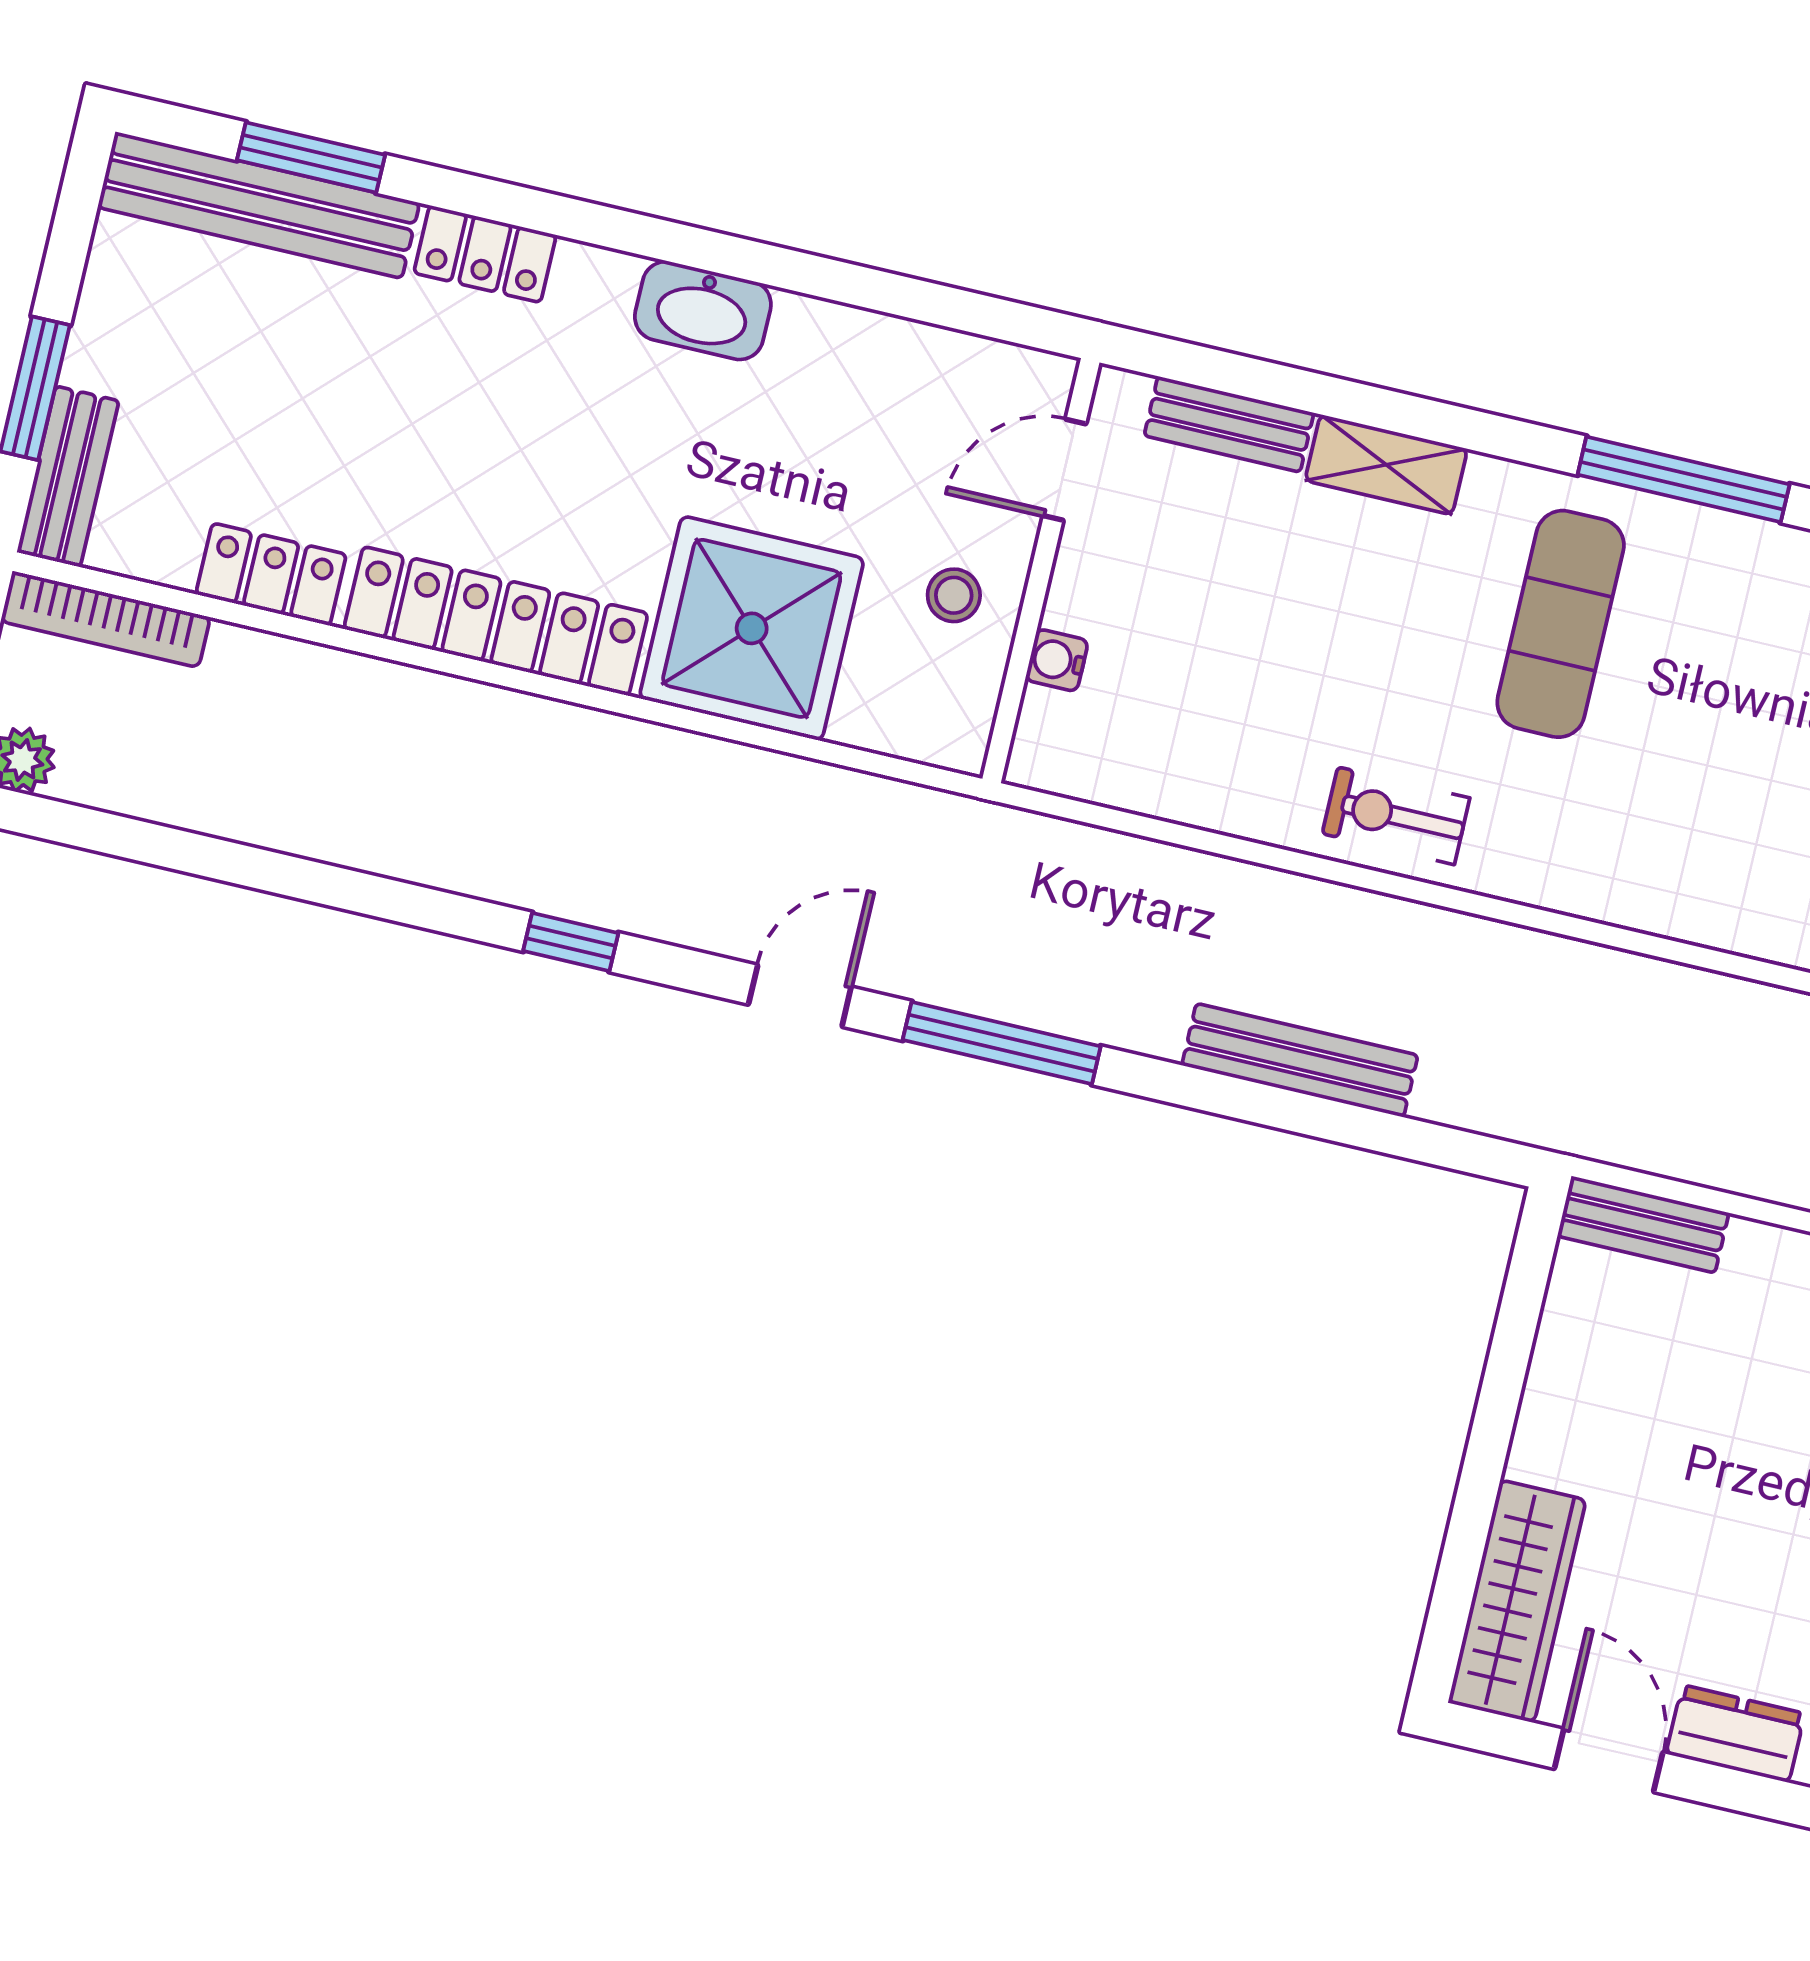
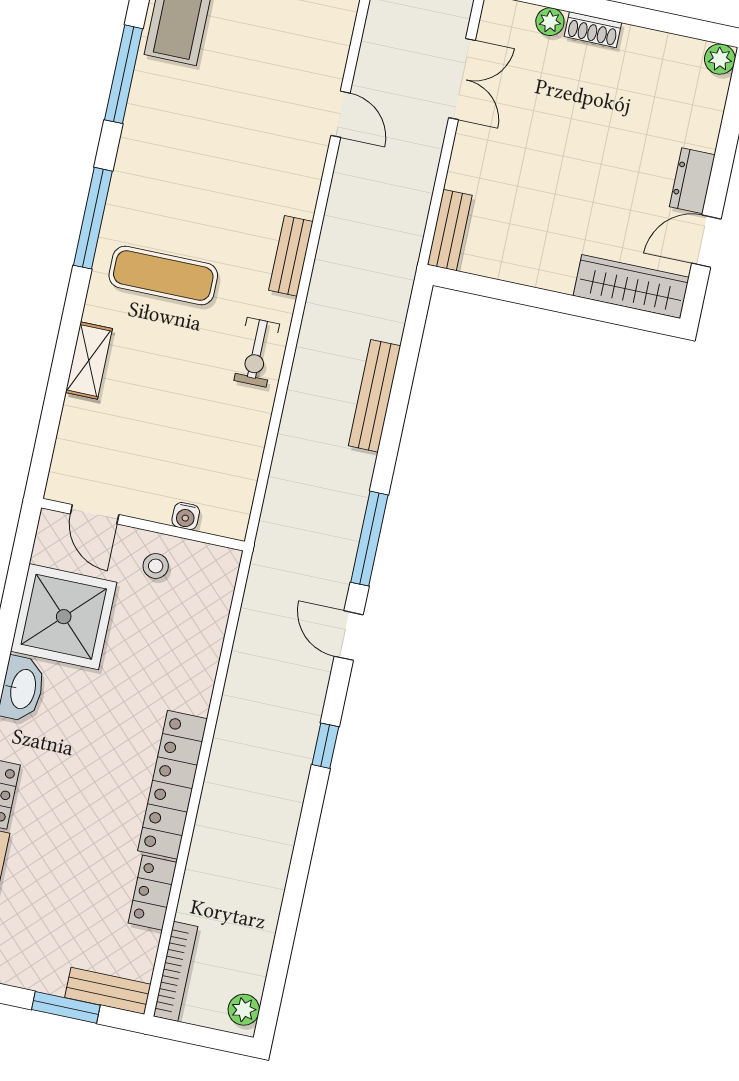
bench: (1229, 424) -> (291, 256), moved
shower: (752, 628) -> (64, 617), moved

